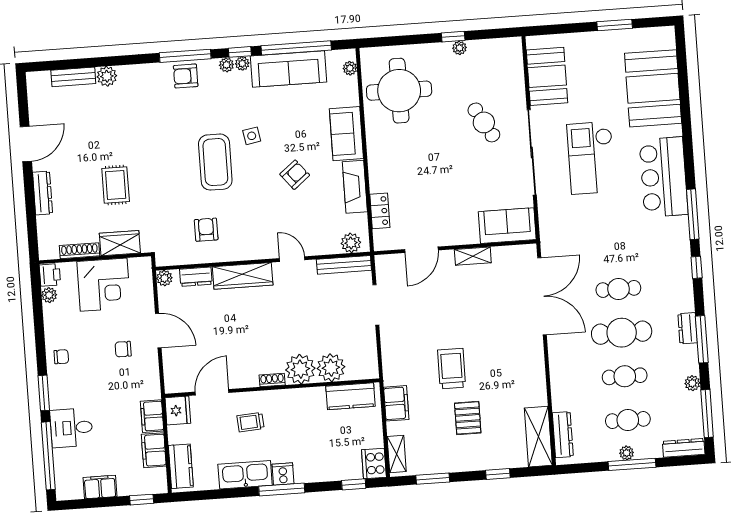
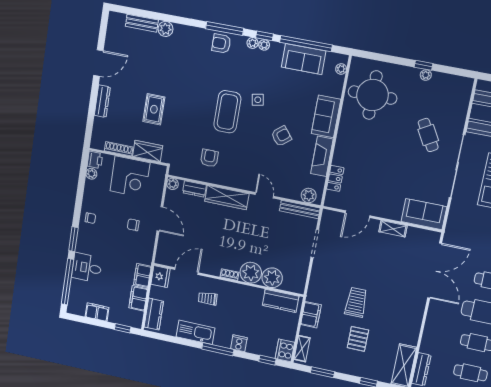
sofa: (288, 69) -> (304, 59), width x0.73
cooker: (283, 474) -> (239, 343), moved

